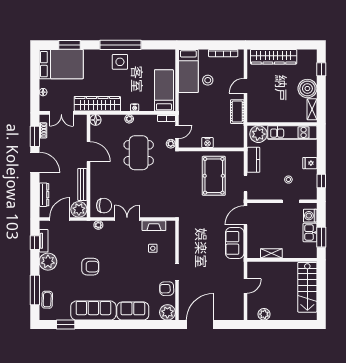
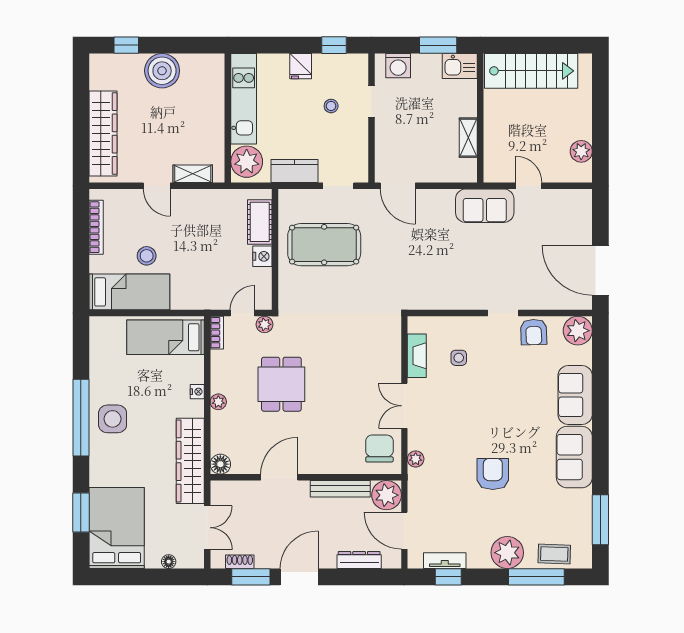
shelving: (312, 109) -> (193, 174), moved
cot: (237, 112) -> (260, 222), moved, turned 90
door: (177, 132) -> (243, 313), hinge flipped
dining table: (139, 153) -> (281, 384), width x0.73
kitchen sink: (310, 232) -> (460, 66), moved
sofa: (235, 243) -> (485, 206), moved
plant: (48, 262) -> (507, 553), moved
sofa: (93, 311) -> (574, 457), width x0.73
window: (66, 325) -> (600, 520), width x1.44

